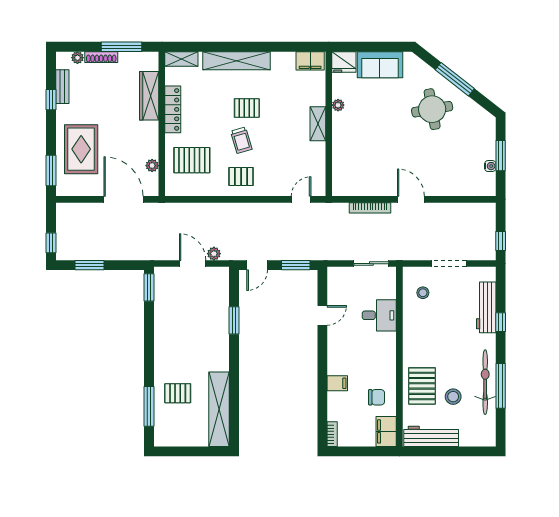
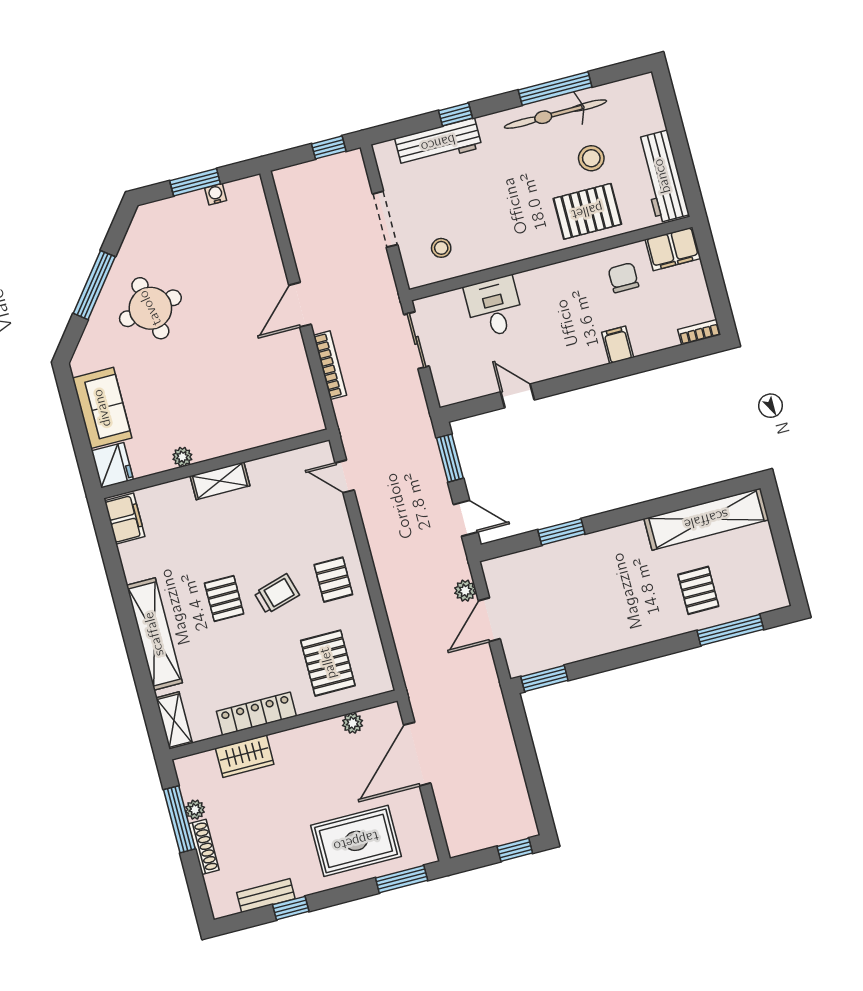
plant: (77, 58) -> (195, 810), moved
wardrobe: (149, 96) -> (245, 756), width x0.67
window: (90, 265) -> (534, 780), removed

